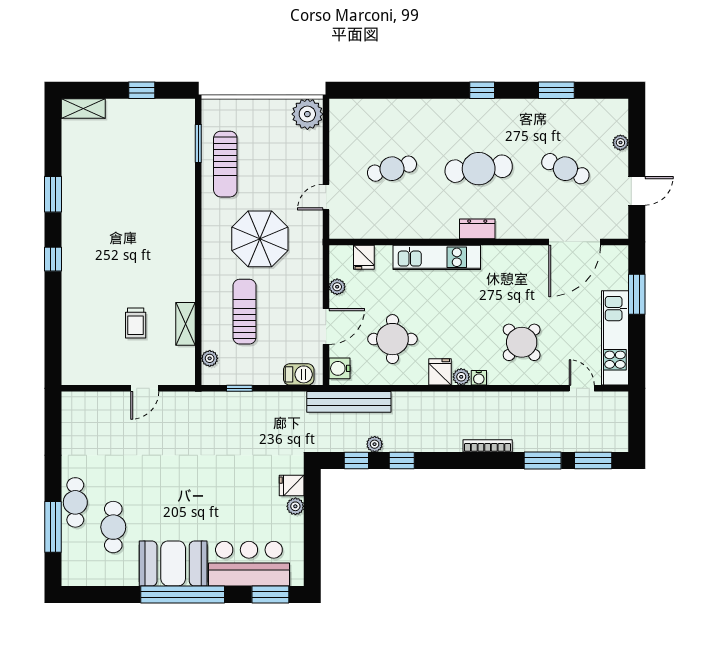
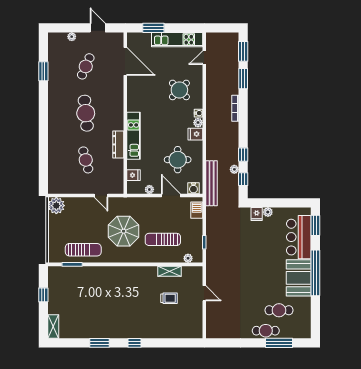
window: (482, 90) -> (43, 111), removed
dresser: (477, 229) -> (118, 144), moved, width x1.44

